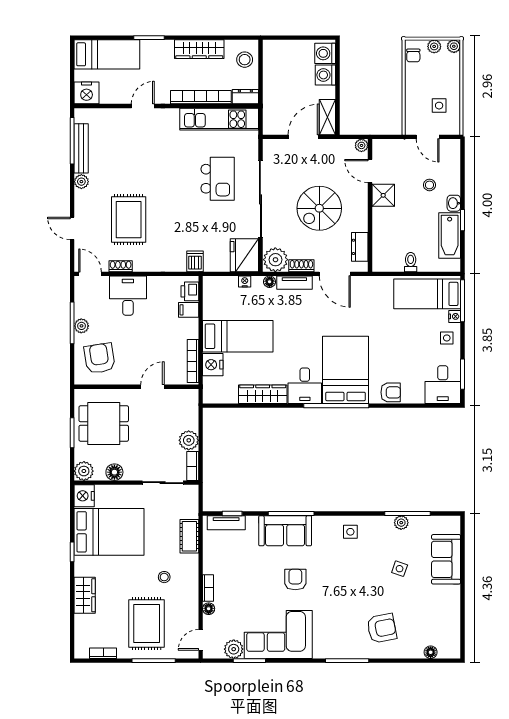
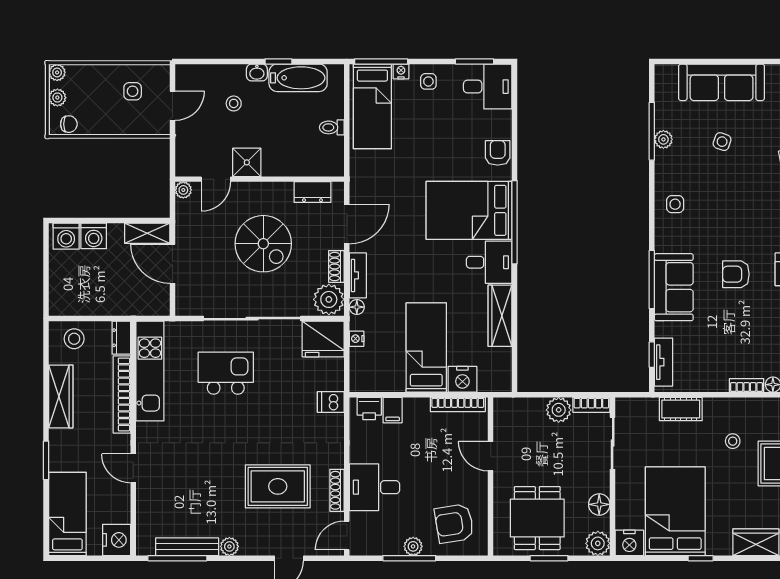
shoe rack: (121, 266) -> (337, 490), width x1.43
sofa: (446, 559) -> (721, 82), width x1.36

